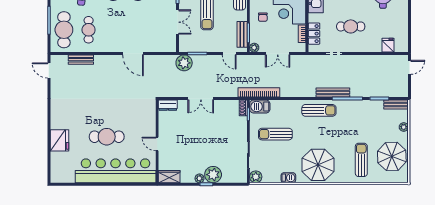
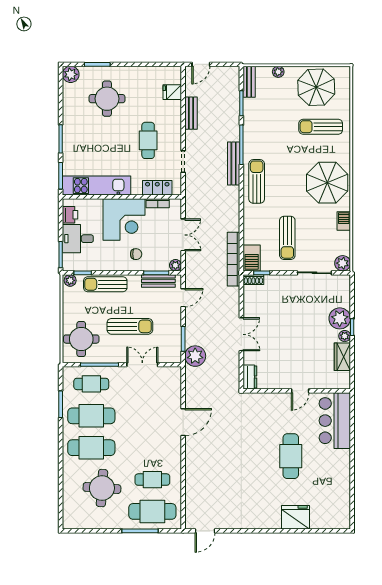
bench: (81, 60) -> (191, 113), moved
door: (409, 67) -> (201, 64), swing flipped
bar counter: (116, 171) -> (335, 421), width x0.54
wardrobe: (169, 177) -> (342, 357), moved

